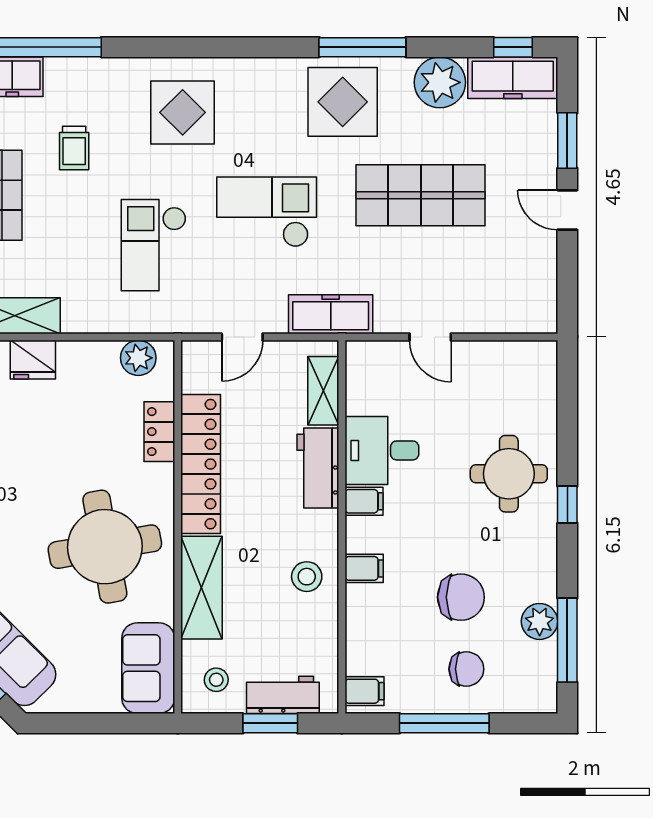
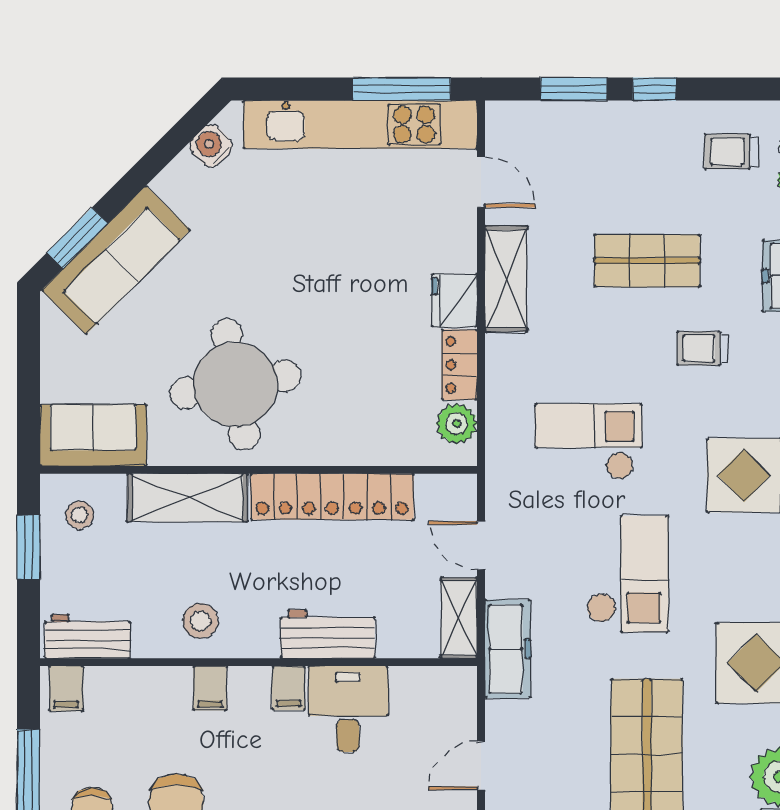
shelving: (323, 391) -> (459, 618), moved, turned 90
locker: (159, 432) -> (459, 365), moved, turned -90
workbench: (283, 695) -> (88, 636), moved, turned -90
window: (270, 723) -> (29, 547), moved

